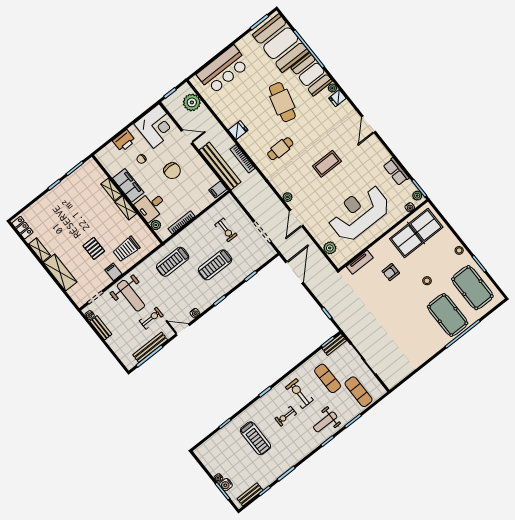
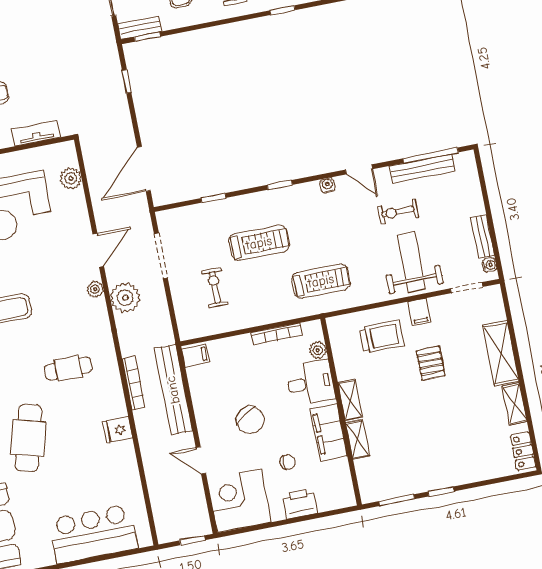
plant: (192, 102) -> (125, 298), moved
chair: (172, 171) -> (250, 420), turned 147

